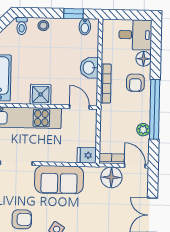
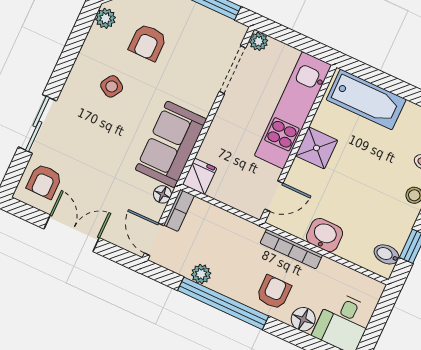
armchair: (135, 83) -> (274, 292), turned 90
door: (135, 166) -> (154, 239), swing flipped
floor lamp: (111, 177) -> (162, 194), width x0.53, depth x0.53
sofa: (59, 180) -> (171, 144), moved

